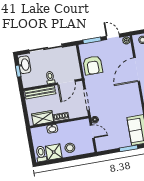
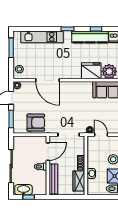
door: (66, 82) -> (48, 152), hinge flipped
door: (92, 132) -> (101, 135), hinge flipped

